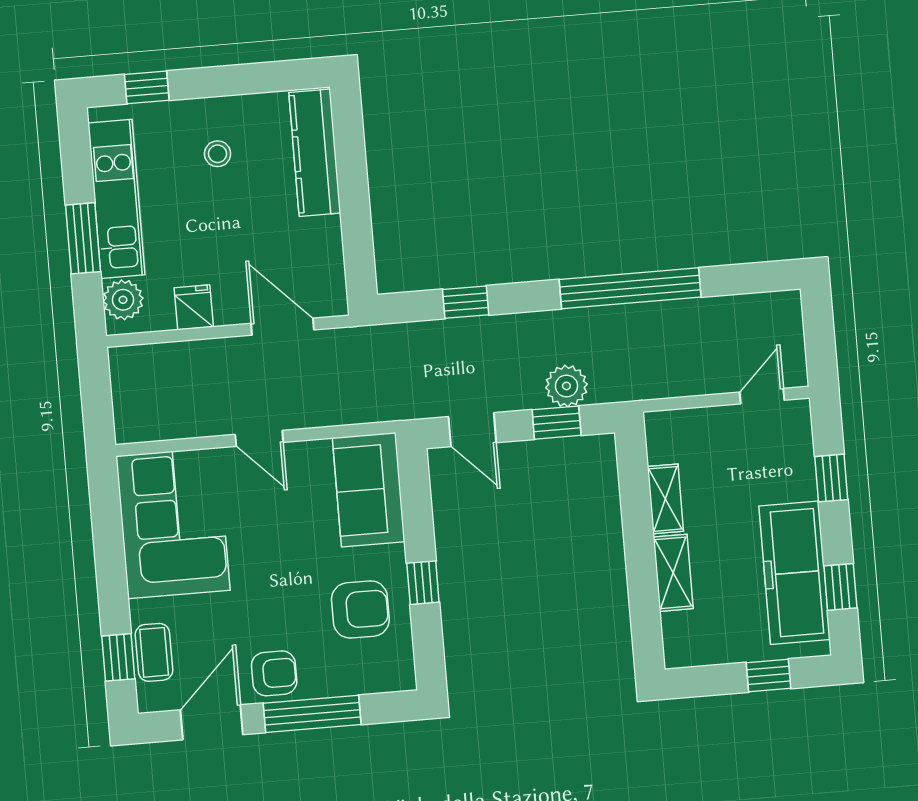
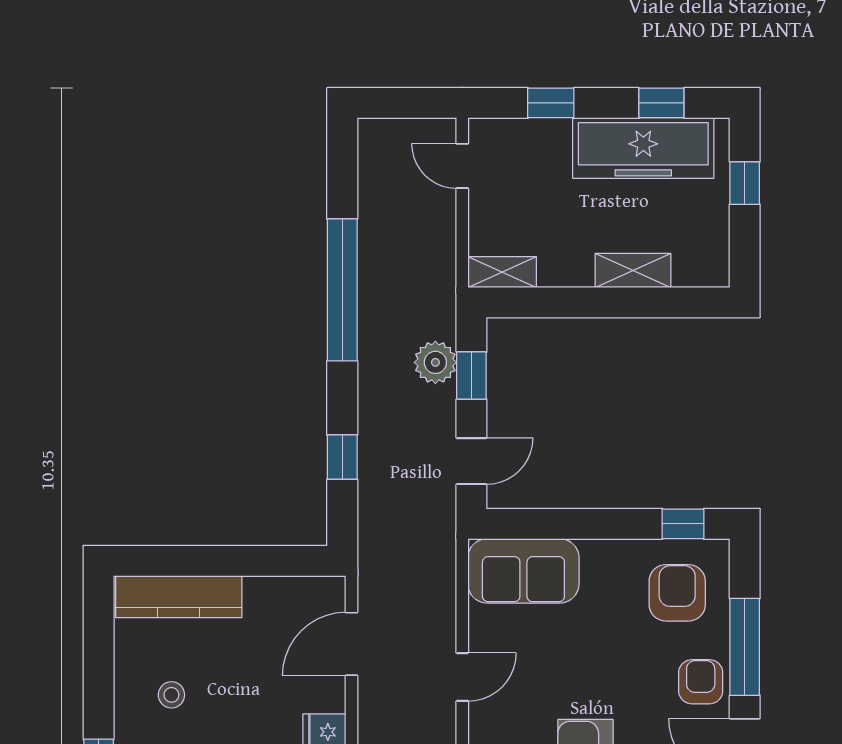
shelving: (665, 499) -> (502, 272), moved
window: (423, 583) -> (683, 524), moved
armchair: (360, 609) -> (677, 593), moved

